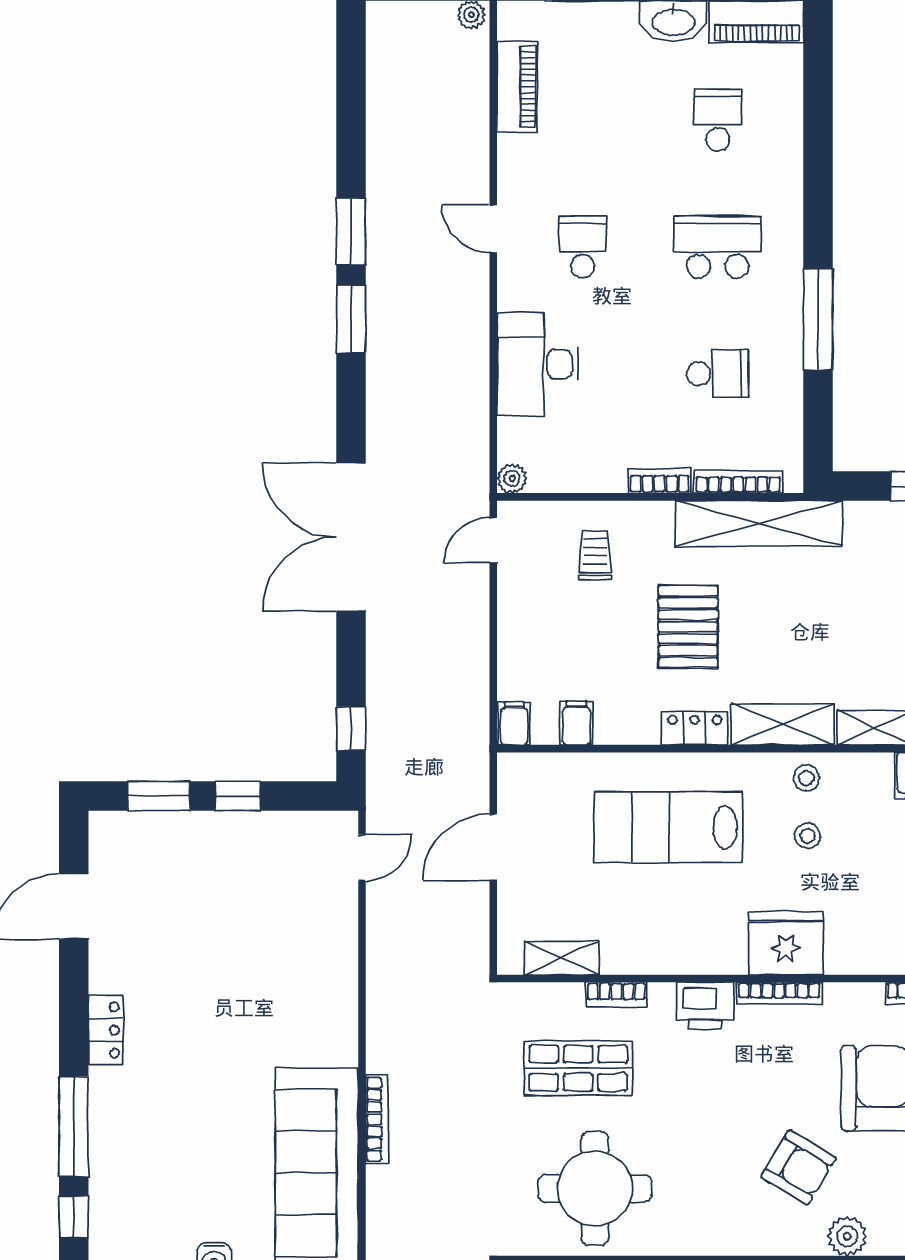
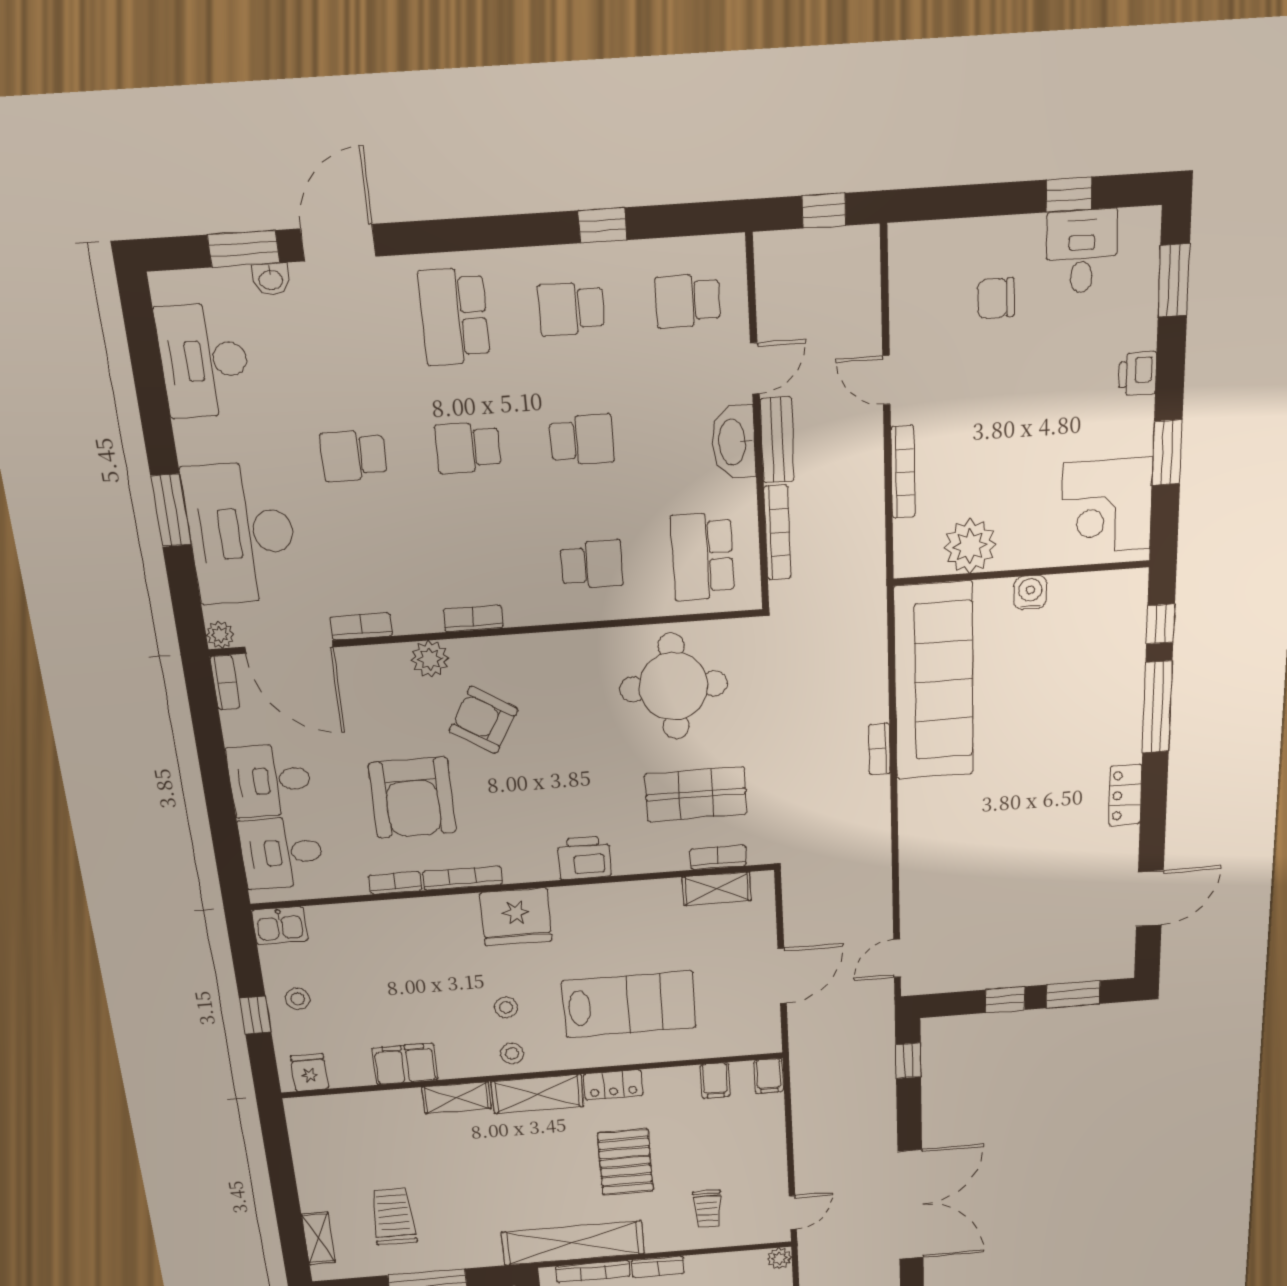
bookcase: (779, 993) -> (463, 878), moved
bookcase: (616, 994) -> (718, 857), moved
bookcase: (377, 1119) -> (879, 749), width x0.64

